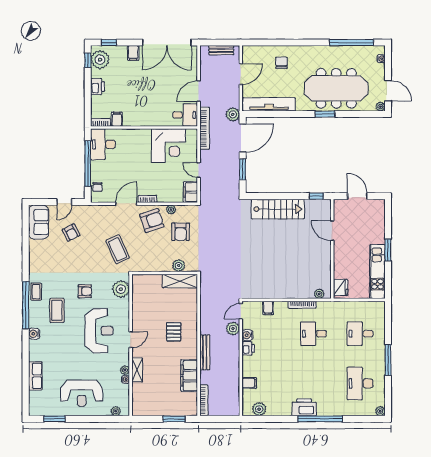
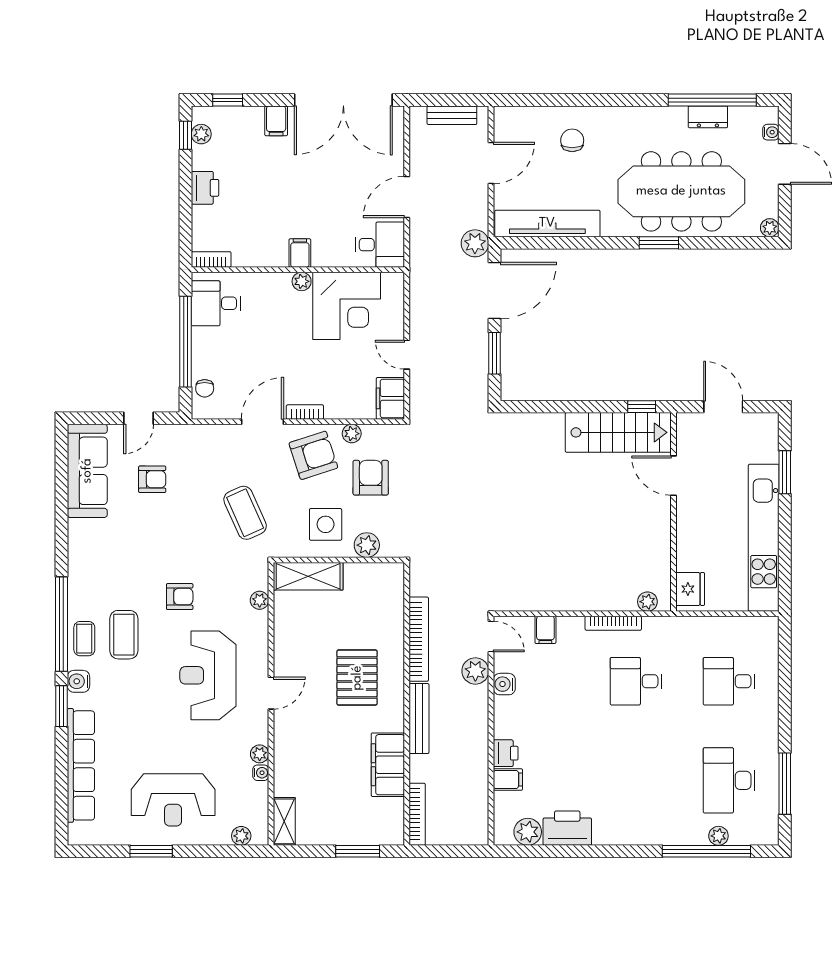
dresser: (349, 51) -> (708, 117), added
plant: (100, 60) -> (201, 134), width x0.53, depth x0.53
door: (388, 91) -> (785, 164), moved
filing cabinet: (117, 119) -> (300, 253), moved
bookcase: (205, 128) -> (419, 639), moved
plant: (146, 133) -> (302, 281), added
desk: (103, 144) -> (216, 303), width x0.73
stairs: (278, 209) -> (618, 432), moved
sofa: (39, 222) -> (87, 471), width x1.36
armchair: (181, 232) -> (371, 478), turned 180
armchair: (71, 233) -> (152, 479), turned -63
window: (388, 250) -> (785, 472), moved
side table: (158, 255) -> (326, 524), added
kitchen unit: (377, 272) -> (764, 538), width x1.36
shelving: (180, 281) -> (308, 576), moved
plant: (121, 289) -> (260, 600), width x0.53, depth x0.53
coffee table: (36, 292) -> (84, 639), moved
door: (241, 311) -> (491, 636), swing flipped
reception desk: (99, 331) -> (208, 675), turned 180
pallet: (174, 332) -> (357, 678), width x1.50, depth x1.42
window: (26, 346) -> (62, 706), added
printer: (248, 348) -> (506, 753), moved
window: (388, 360) -> (785, 784), moved
shelving: (137, 370) -> (284, 821), moved
row of seats: (35, 376) -> (81, 765), width x2.02
printer: (304, 407) -> (567, 828), moved
plant: (380, 411) -> (718, 836), moved
window: (54, 419) -> (151, 851), moved
window: (320, 419) -> (706, 851), moved

